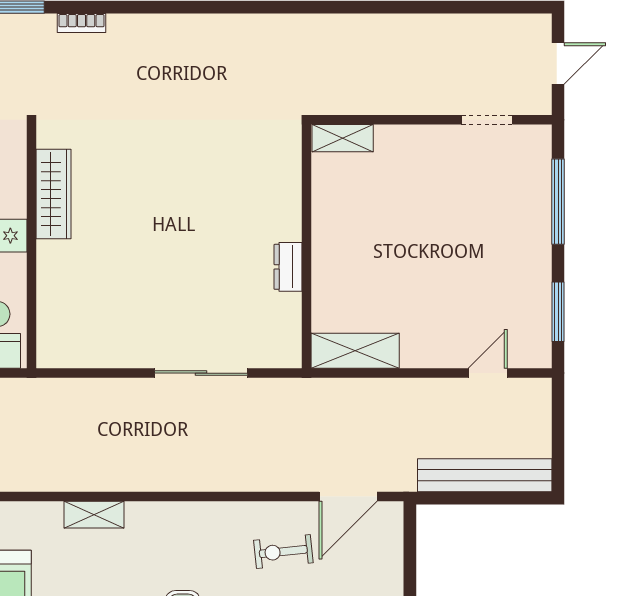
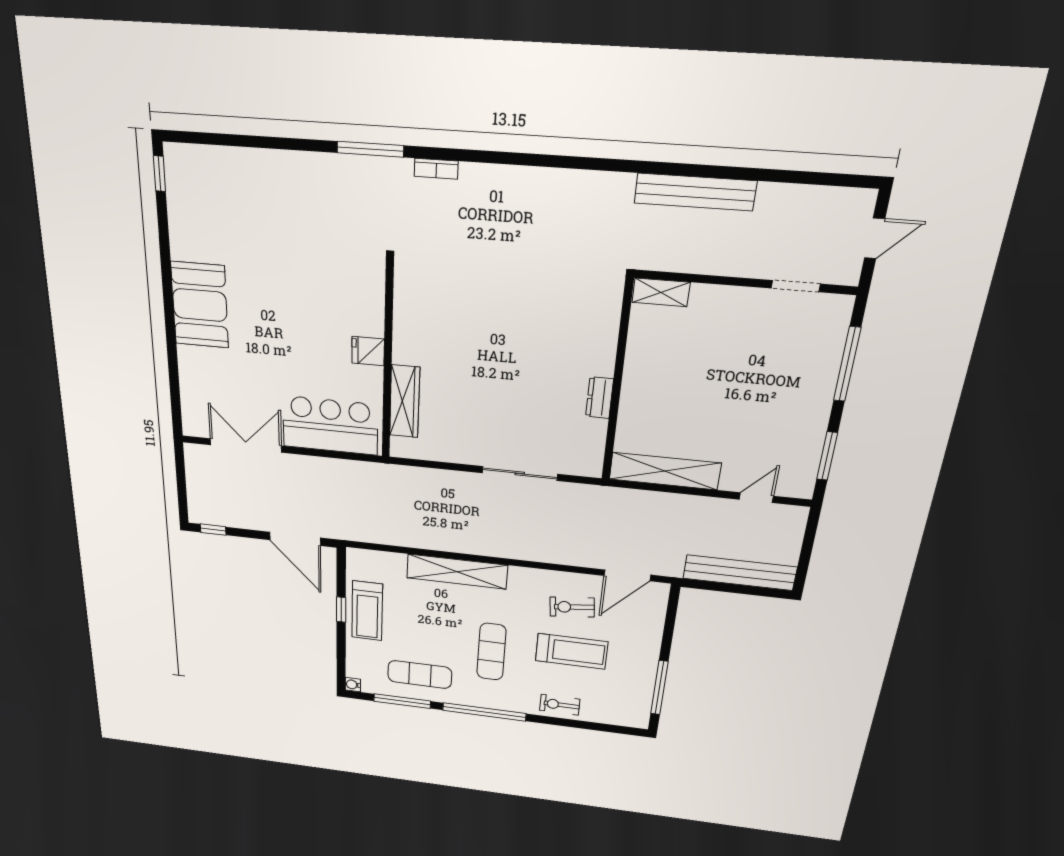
bench: (364, 29) -> (695, 192), added
wardrobe: (54, 194) -> (405, 401), moved
shelving: (355, 351) -> (665, 471), width x1.47
shelving: (94, 515) -> (457, 572), width x2.20, depth x1.33

